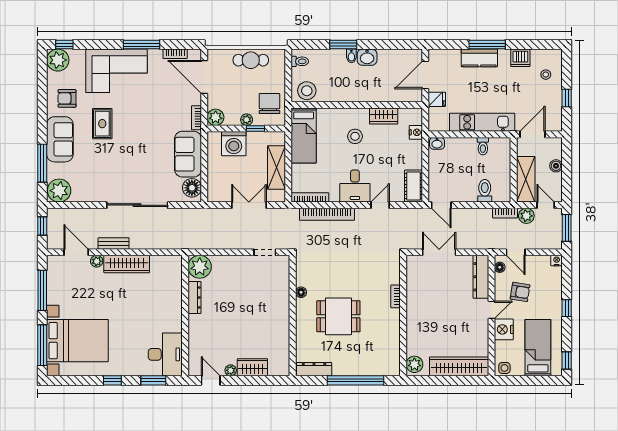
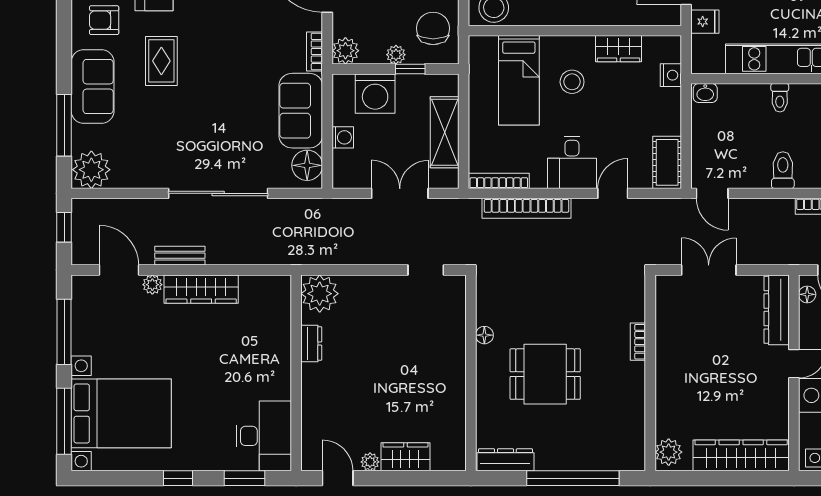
bed: (304, 136) -> (519, 80), moved
washing machine: (214, 171) -> (343, 137), added
dresser: (194, 297) -> (311, 344), width x0.70

